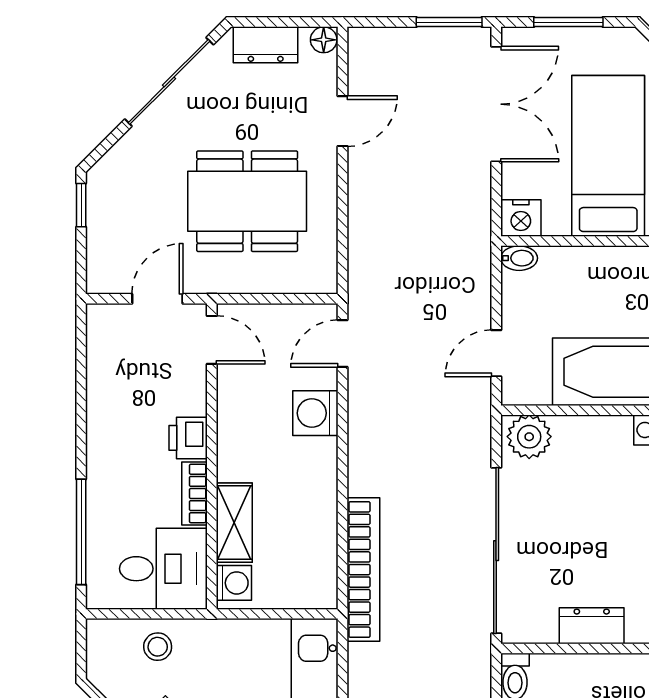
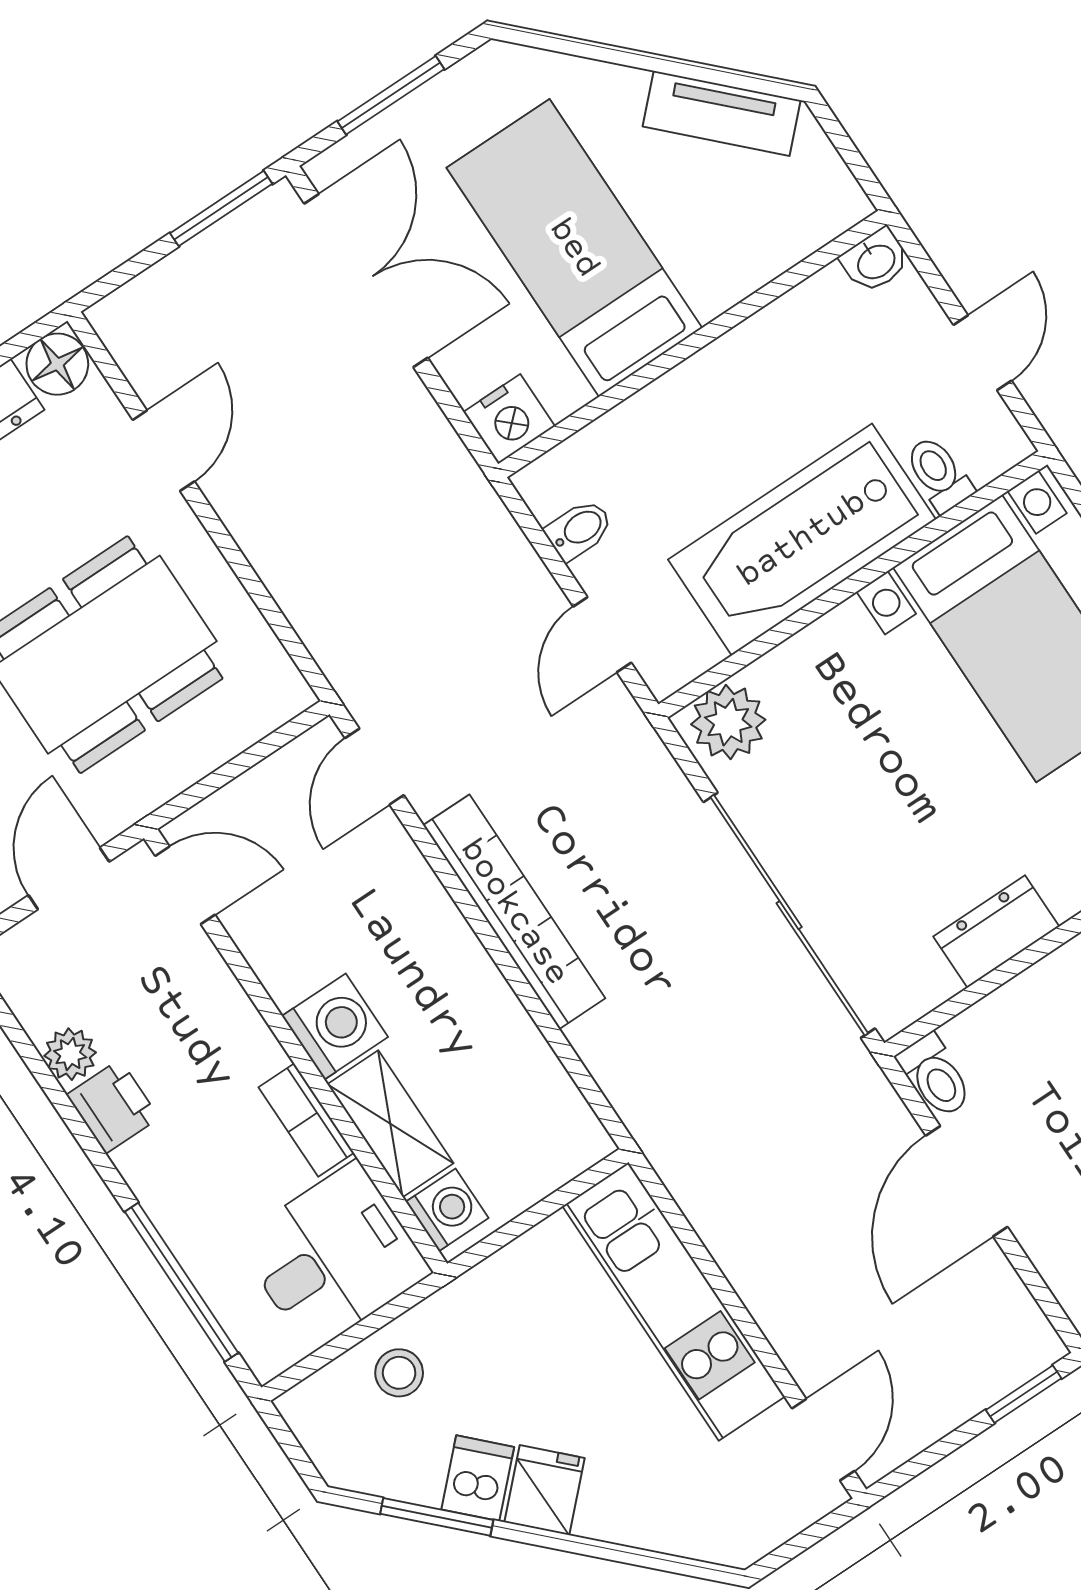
floor lamp: (324, 40) -> (57, 364), width x1.37, depth x1.37
bidet: (519, 258) -> (579, 530), moved
plant: (101, 385) -> (70, 1054), added
washing machine: (315, 413) -> (335, 1027), moved, turned 180
printer: (188, 438) -> (113, 1106), moved, turned 180
bookcase: (363, 570) -> (514, 912), moved

